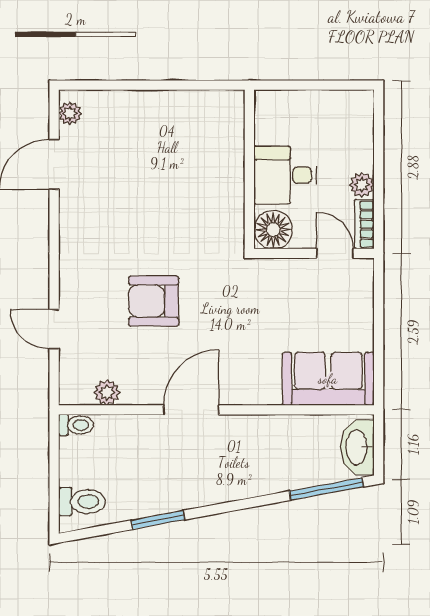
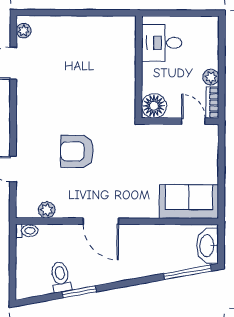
desk: (285, 175) -> (162, 43), moved
door: (191, 410) -> (101, 221), swing flipped
toilet: (82, 502) -> (61, 277), moved, turned -100

